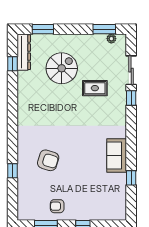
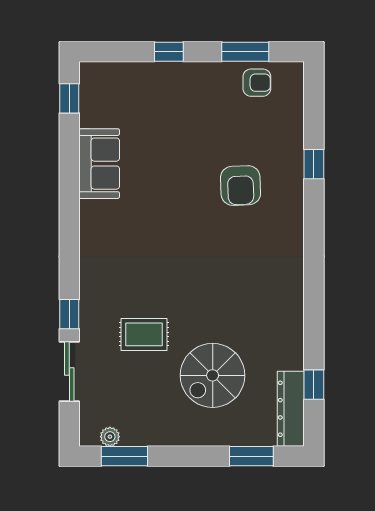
sofa: (117, 156) -> (99, 164), moved
armchair: (48, 160) -> (241, 186), turned -109
window: (131, 178) -> (69, 98), moved
armchair: (57, 206) -> (257, 83), moved

